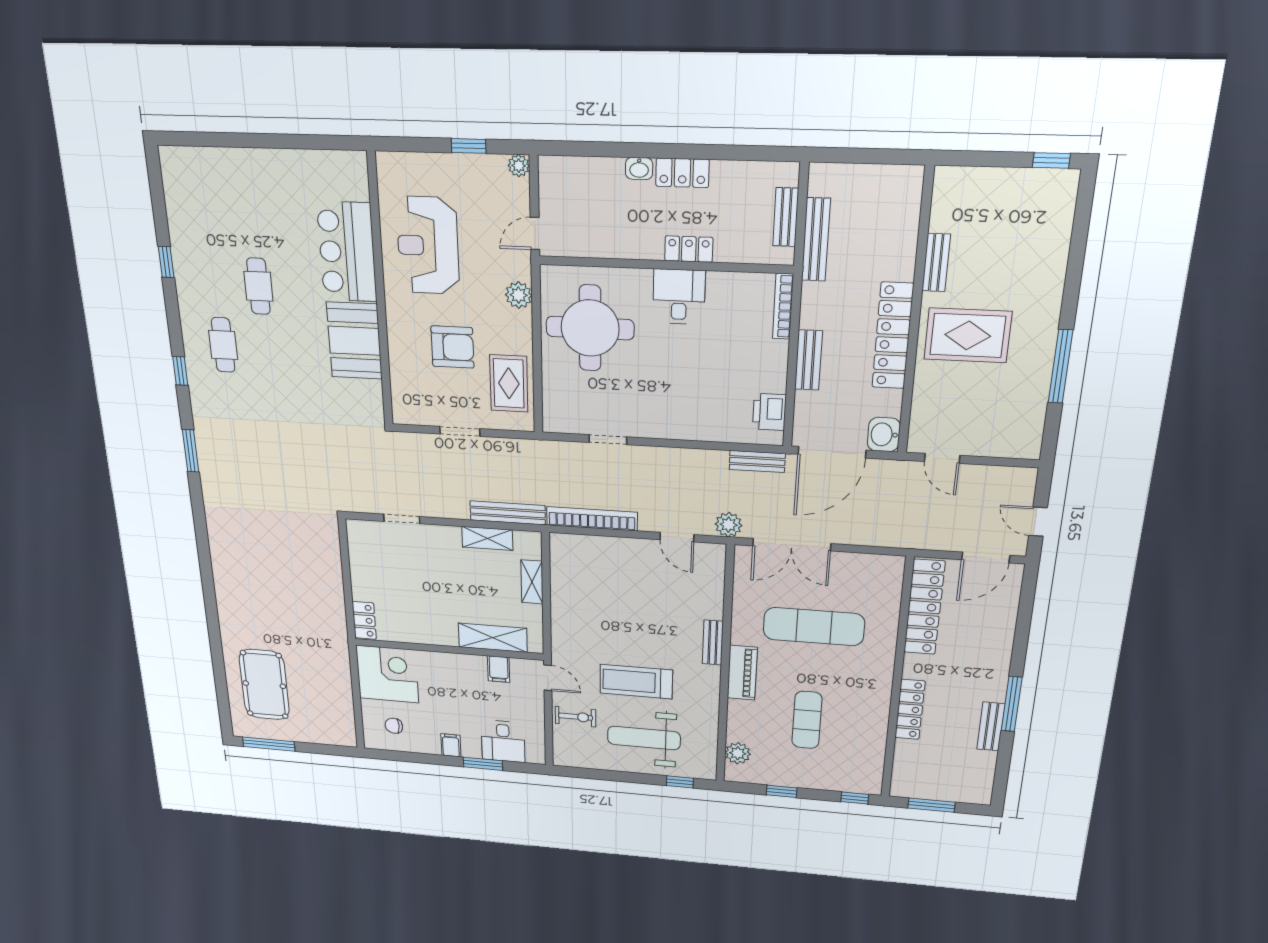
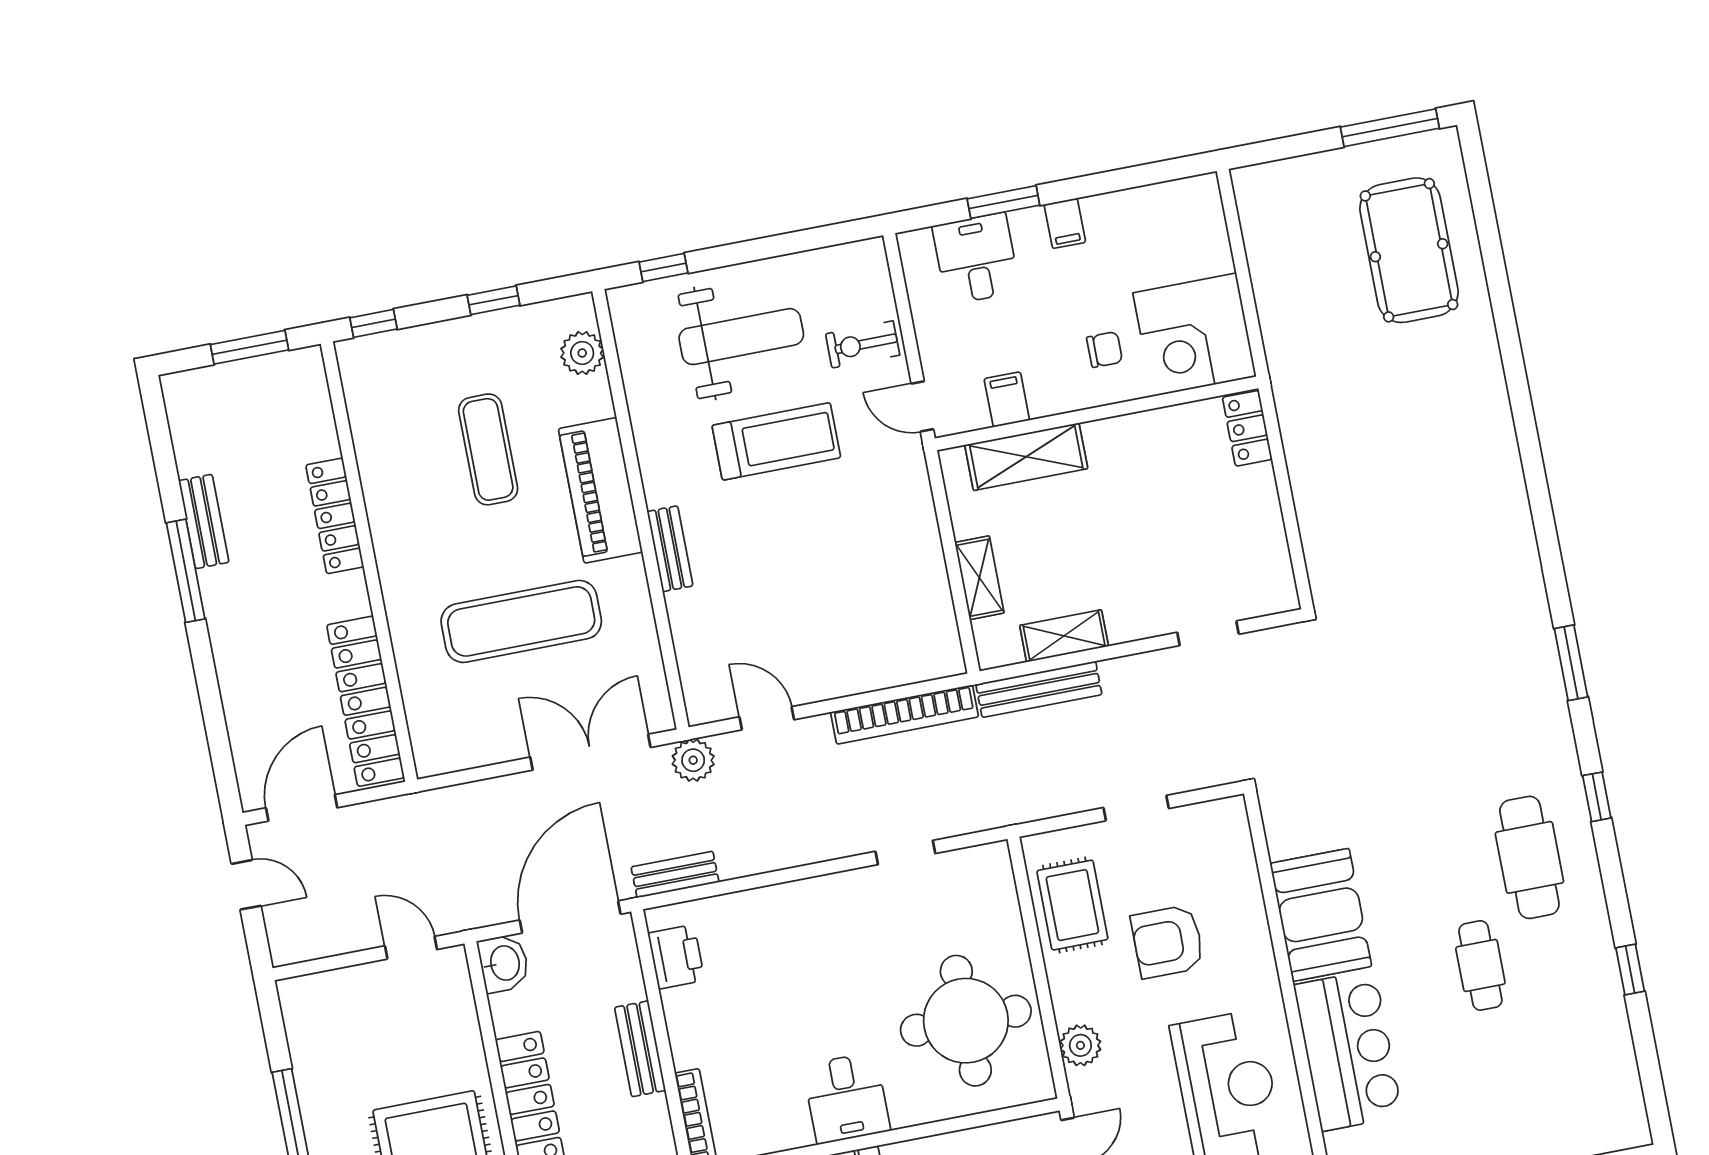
cafe table: (223, 345) -> (1529, 857), width x1.37, depth x1.35
piano: (742, 673) -> (600, 490), width x1.37, depth x1.33
chair: (394, 726) -> (1105, 350), moved

